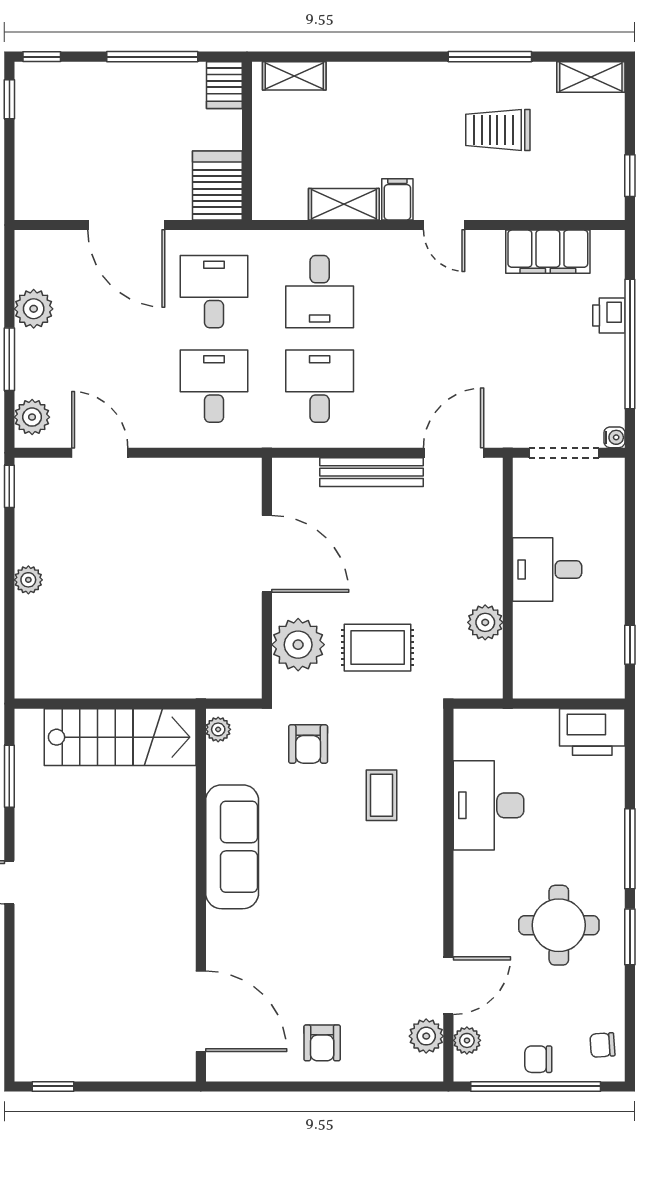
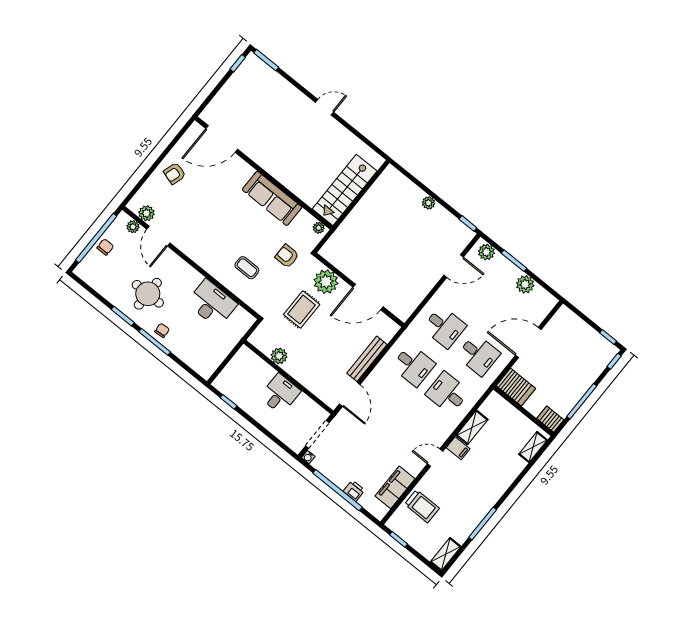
trolley: (498, 130) -> (422, 506), moved, turned 90
printer: (592, 732) -> (208, 363), removed
window: (9, 776) -> (266, 60), moved
armchair: (322, 1043) -> (175, 174), turned -73
chair: (602, 1045) -> (162, 330), moved

